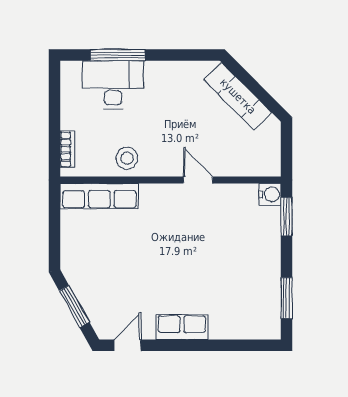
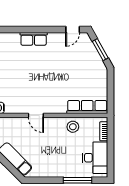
desk: (113, 85) -> (95, 158), moved, turned -90
row of seats: (182, 327) -> (34, 39), moved

